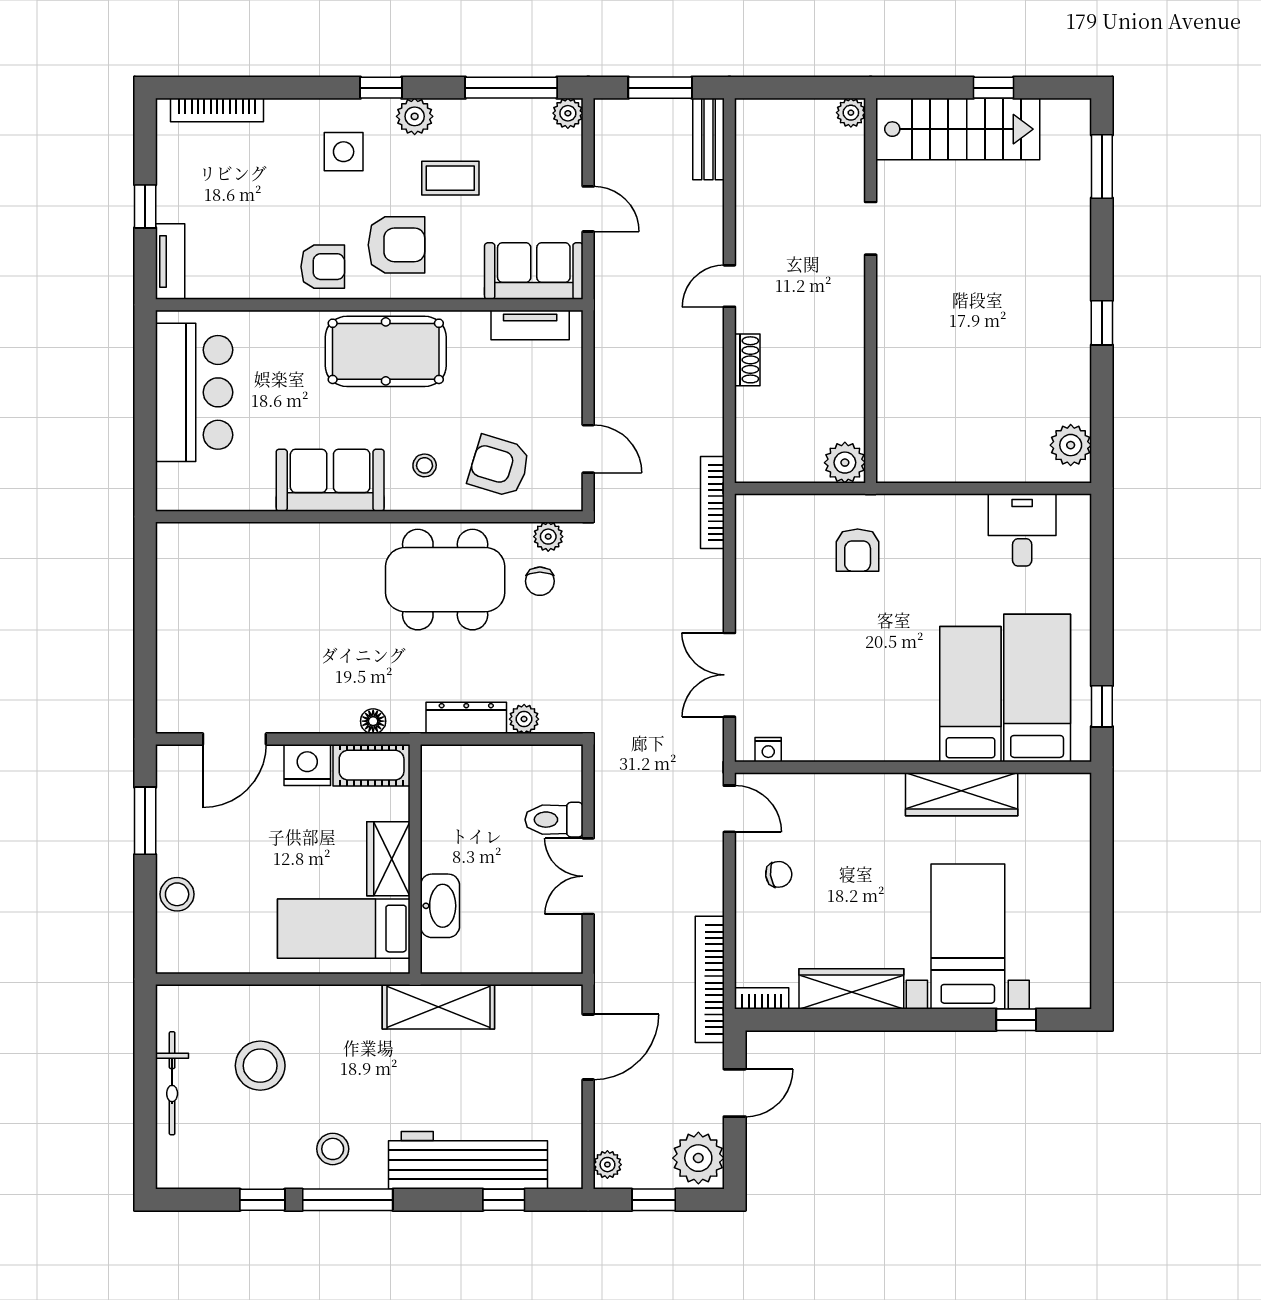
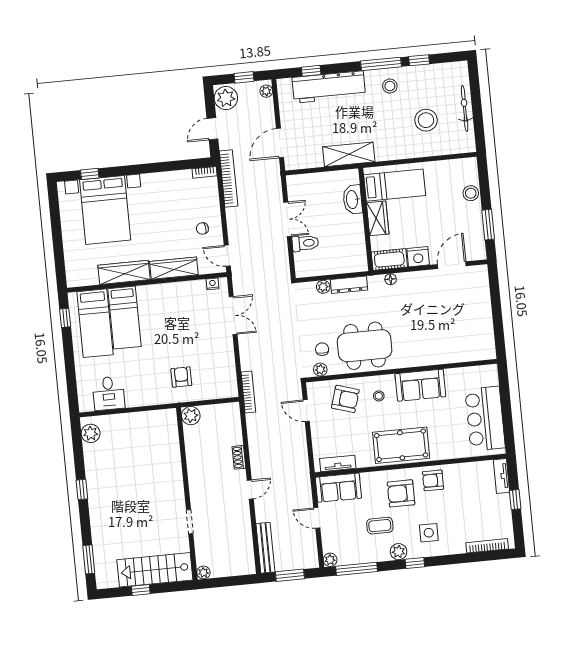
bench: (708, 139) -> (265, 548), width x1.36
bed with nightstands: (968, 937) -> (105, 210), width x1.36
wardrobe: (851, 989) -> (174, 268), moved, turned 180

